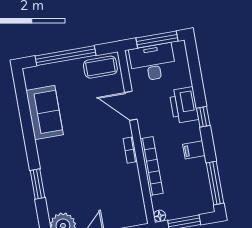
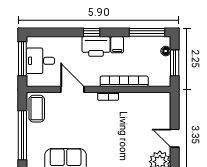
desk: (153, 62) -> (40, 61), width x0.73
printer: (184, 105) -> (96, 46), moved
door: (131, 106) -> (72, 89), swing flipped
floor lamp: (160, 216) -> (166, 51), moved

